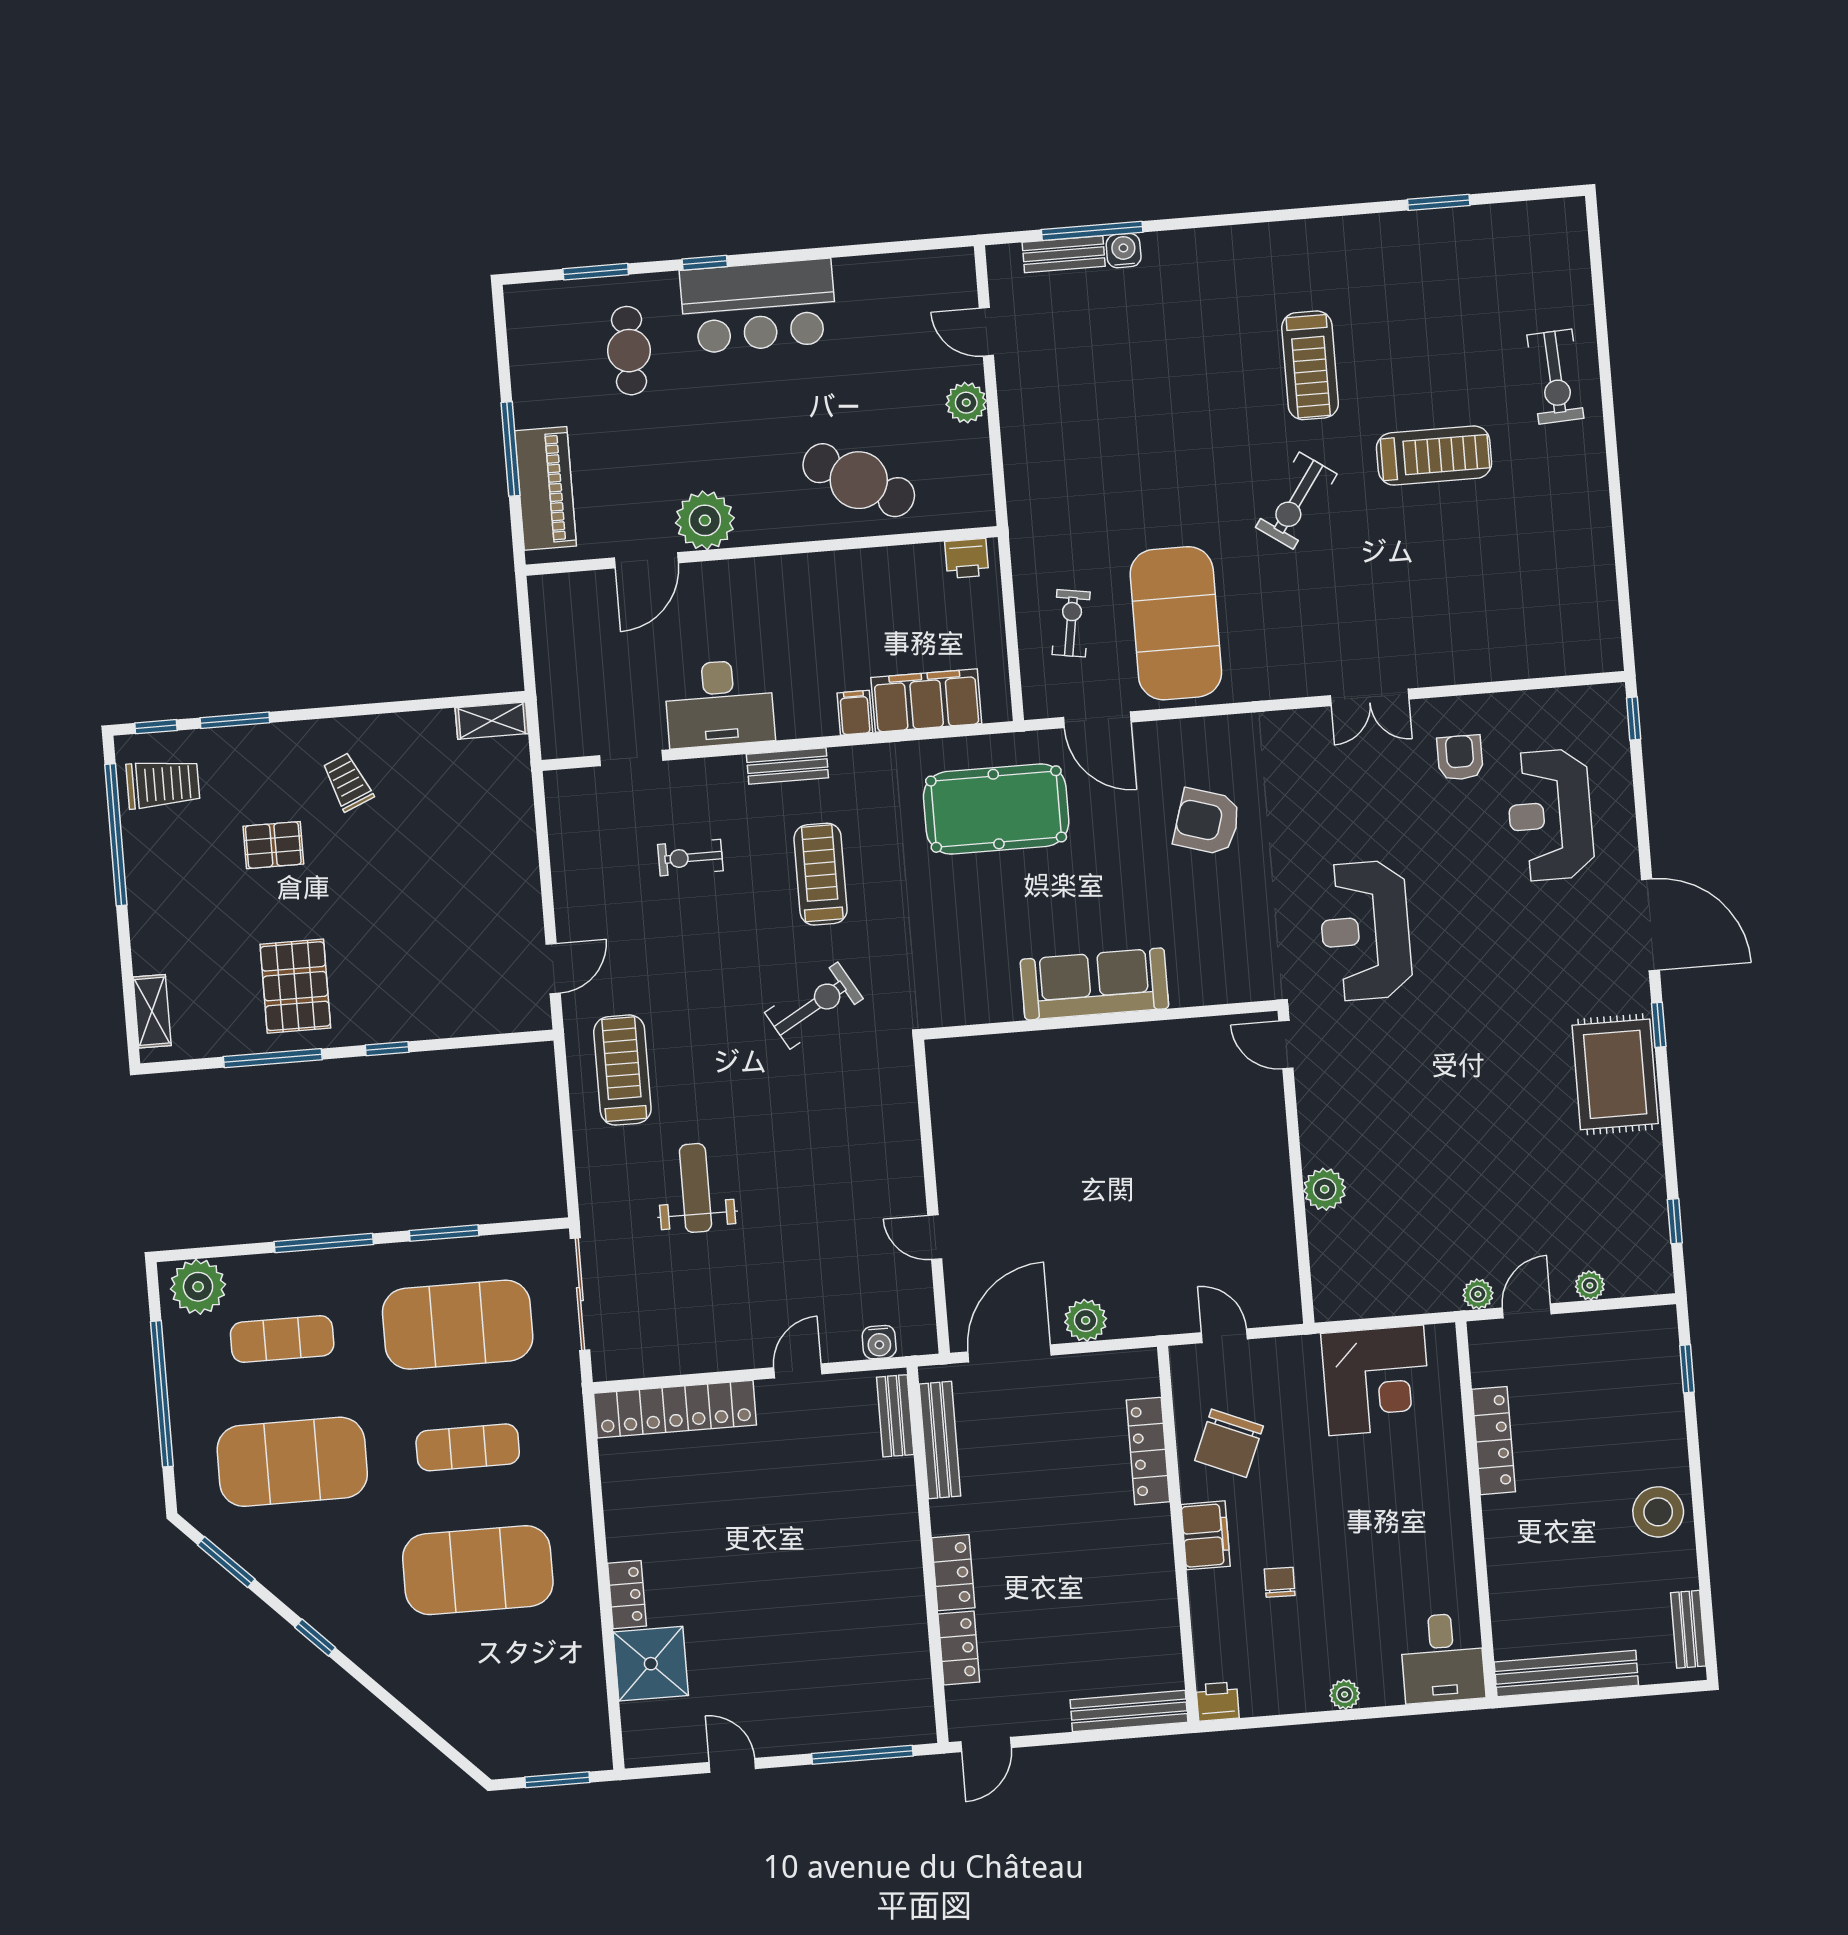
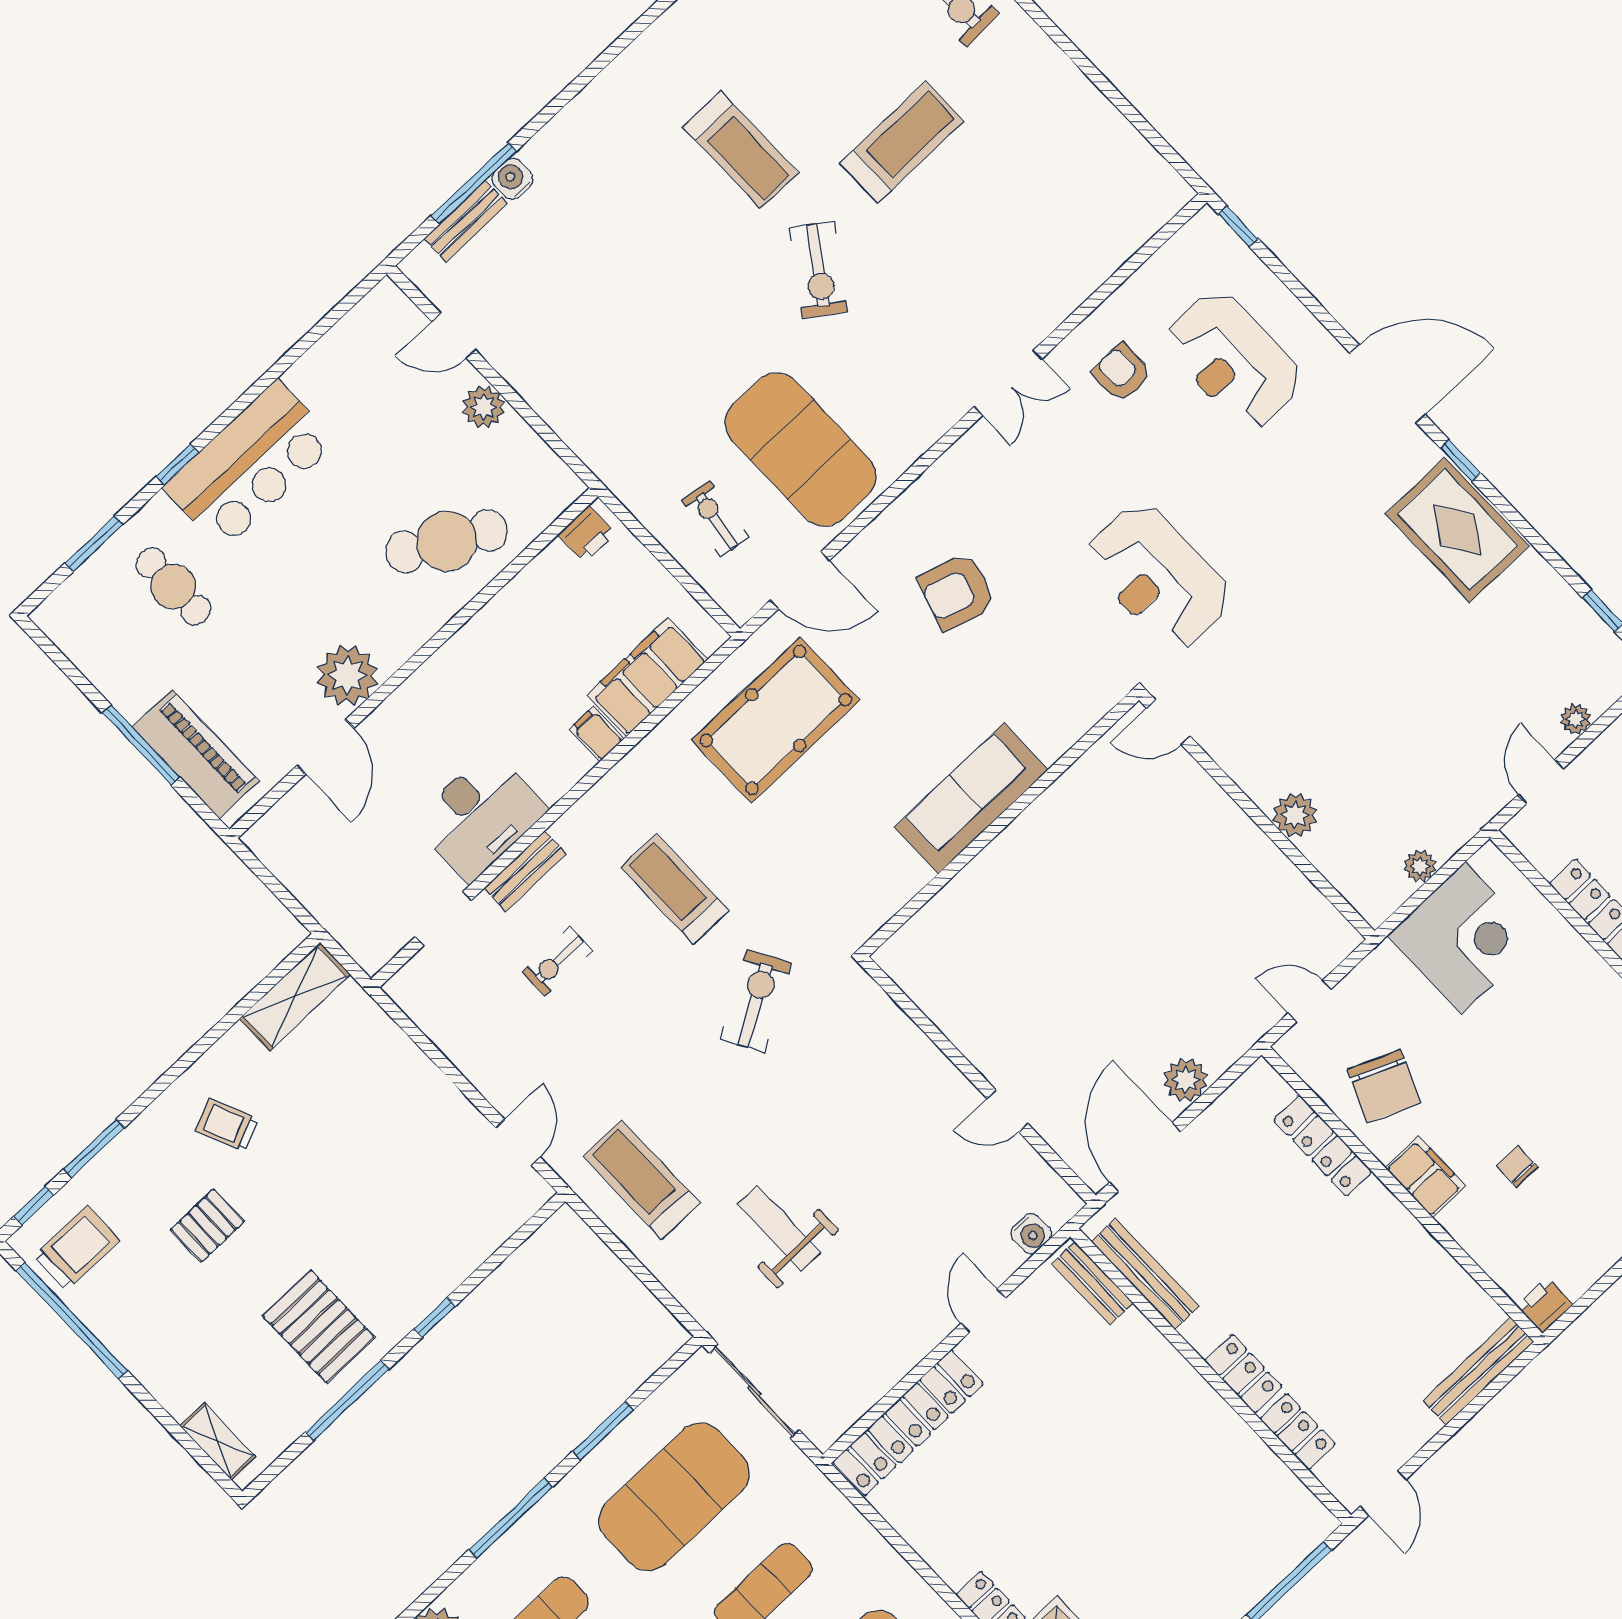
shelving: (492, 721) -> (295, 997), width x1.50, depth x1.33
bench: (787, 766) -> (525, 871), moved
plant: (1478, 1294) -> (1420, 866), moved

